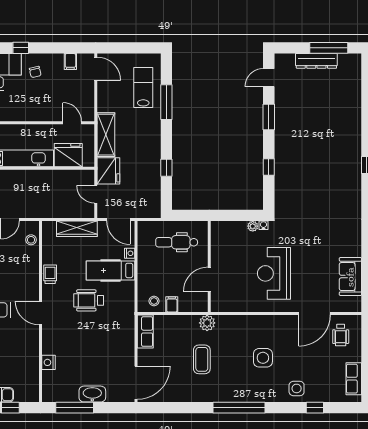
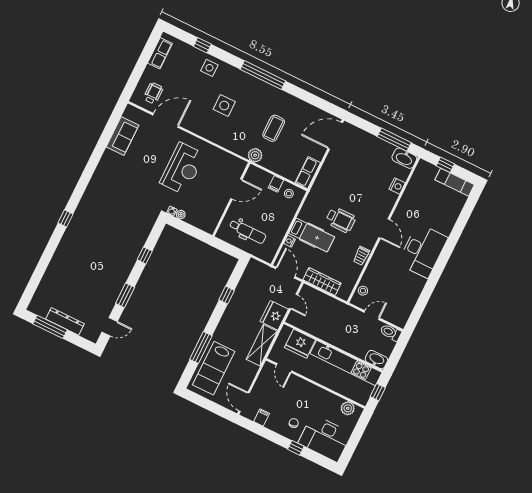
lab bench: (143, 88) -> (214, 368), width x1.36, depth x1.39
washbasin: (92, 394) -> (404, 158), moved

